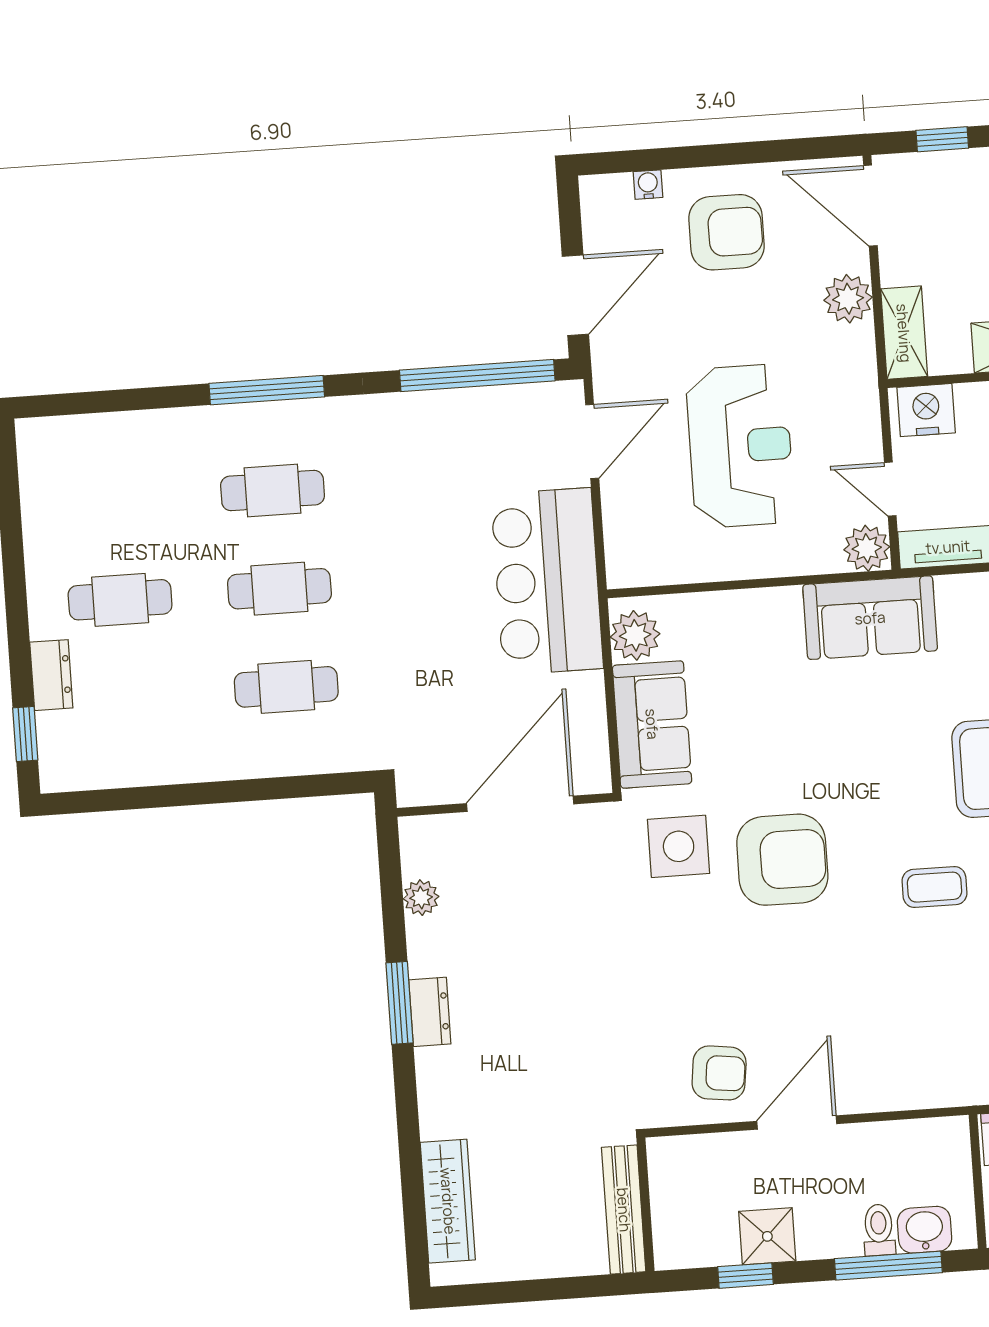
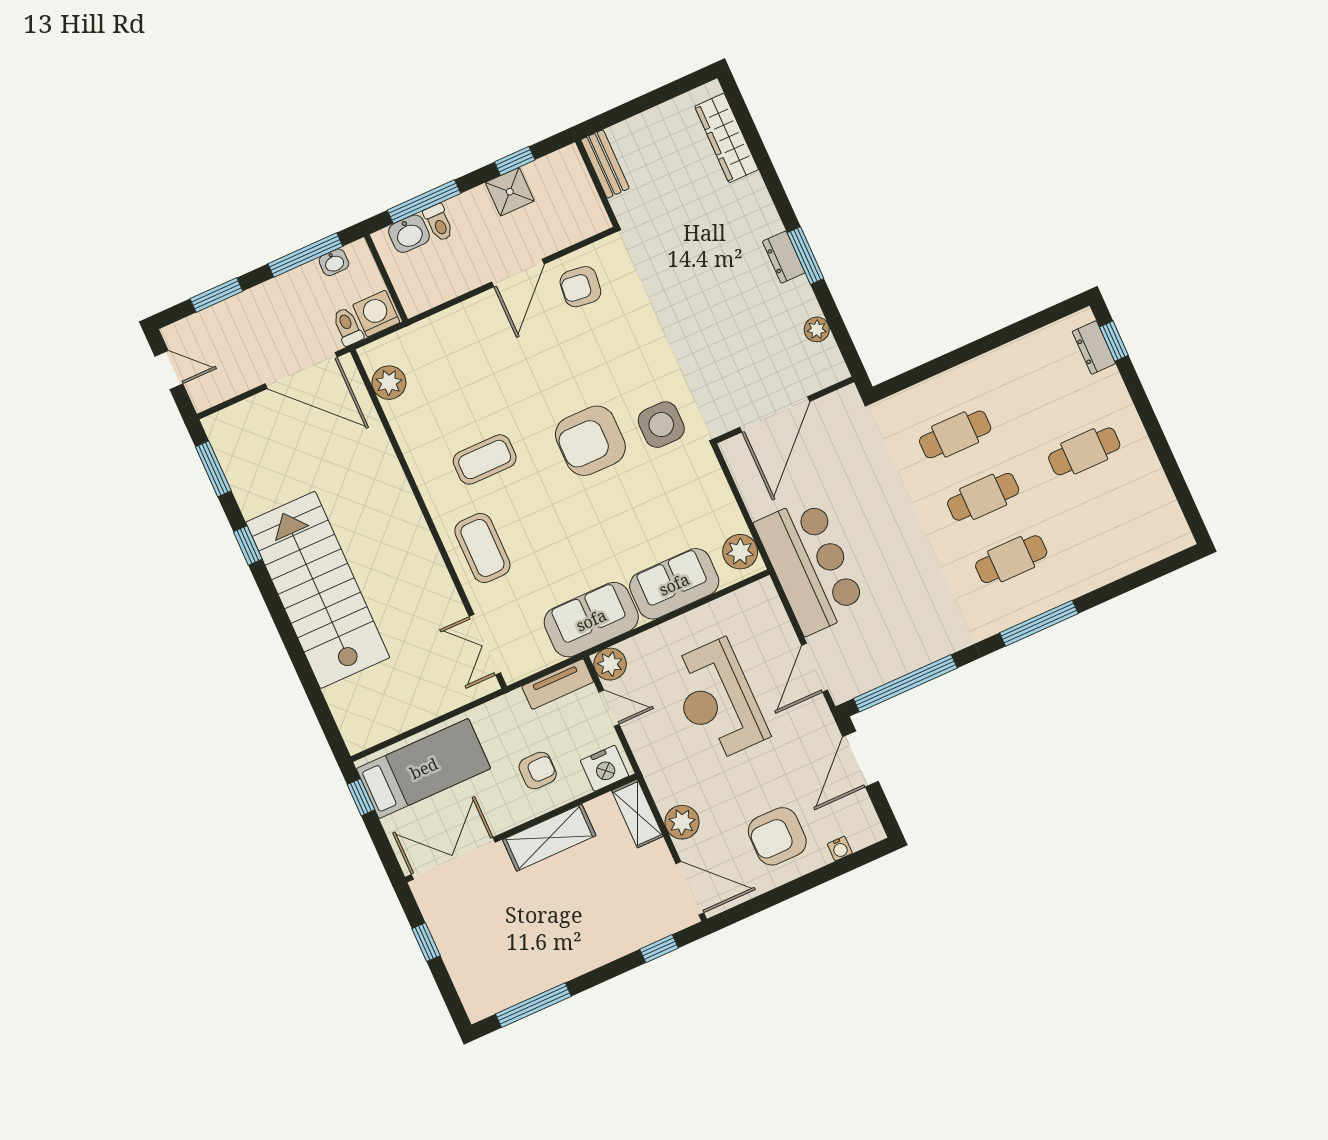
dresser: (51, 675) -> (1094, 347), moved
sofa: (652, 724) -> (674, 584), moved, turned 90
coffee table: (934, 887) -> (485, 459), width x1.36, depth x1.30
bench: (624, 1210) -> (605, 164), width x0.73

